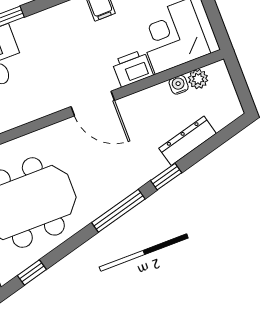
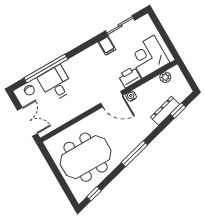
water cooler: (179, 85) -> (131, 96), moved
window: (166, 177) -> (178, 111), moved

